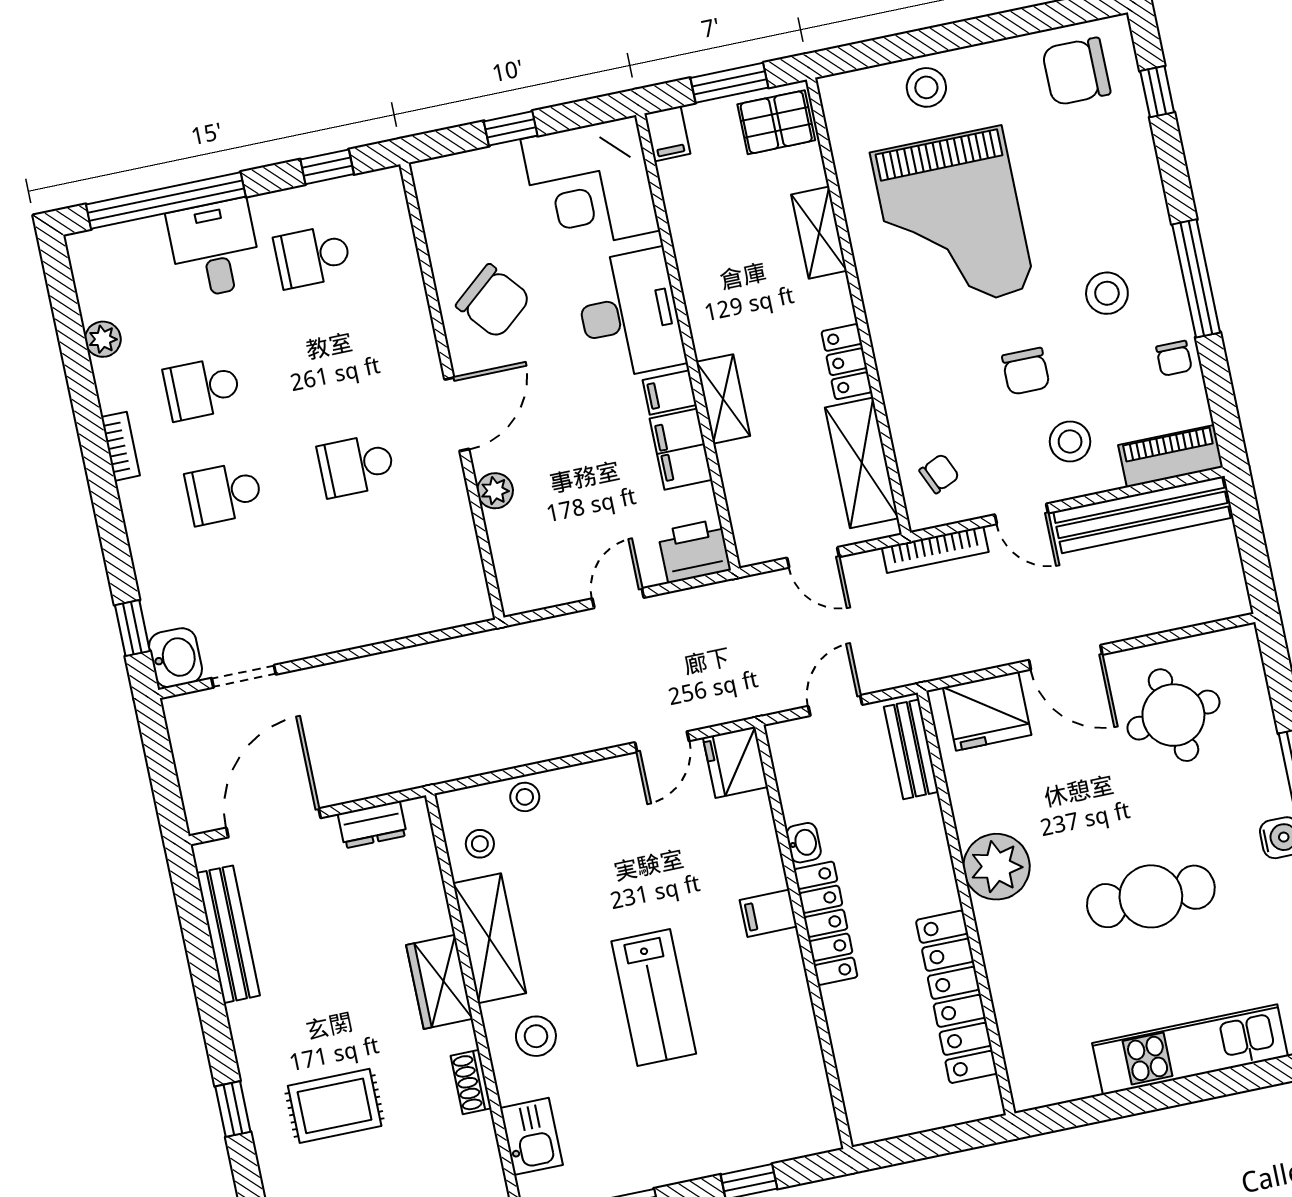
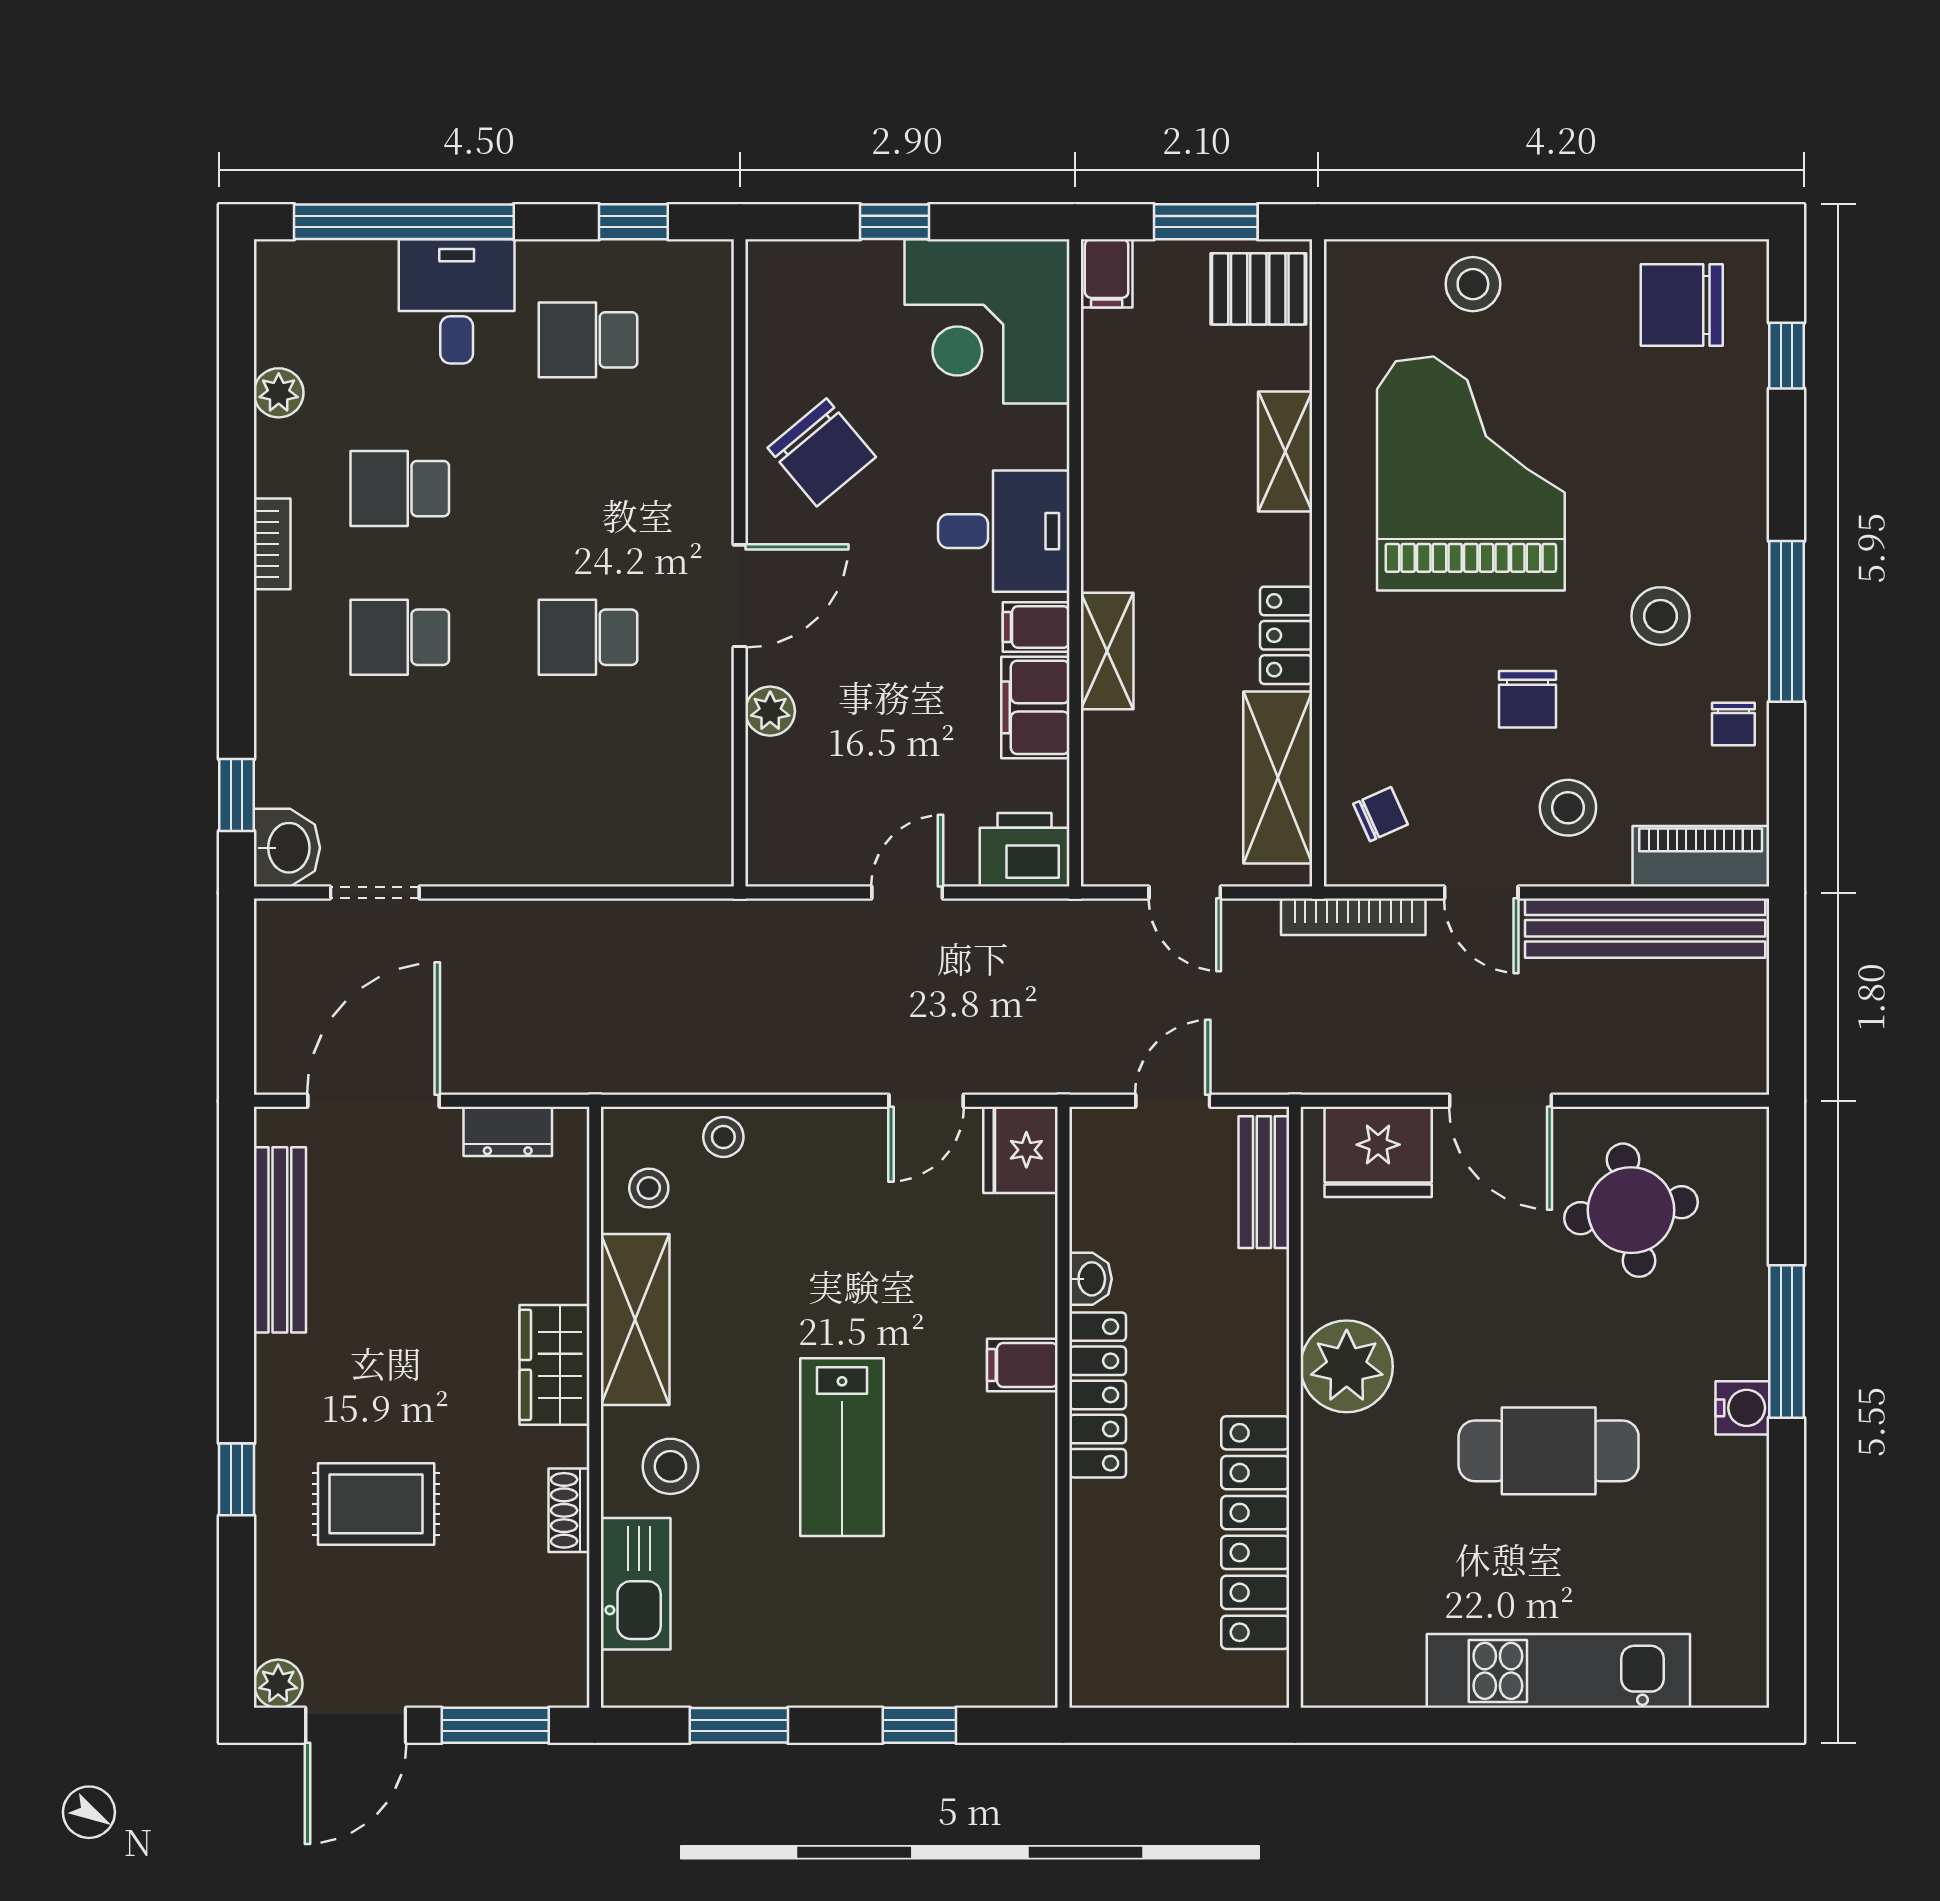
grand piano: (953, 221) -> (1471, 474), turned 180
desk: (630, 314) -> (1004, 531), width x0.73
kitchen sink: (531, 1136) -> (636, 1584), width x1.38

